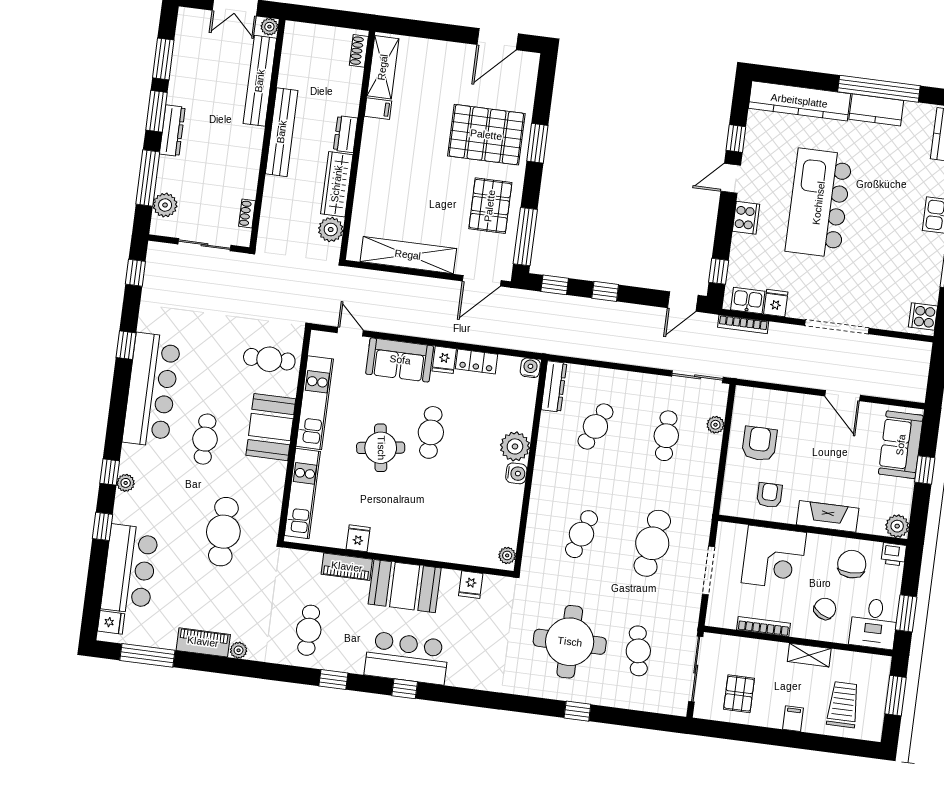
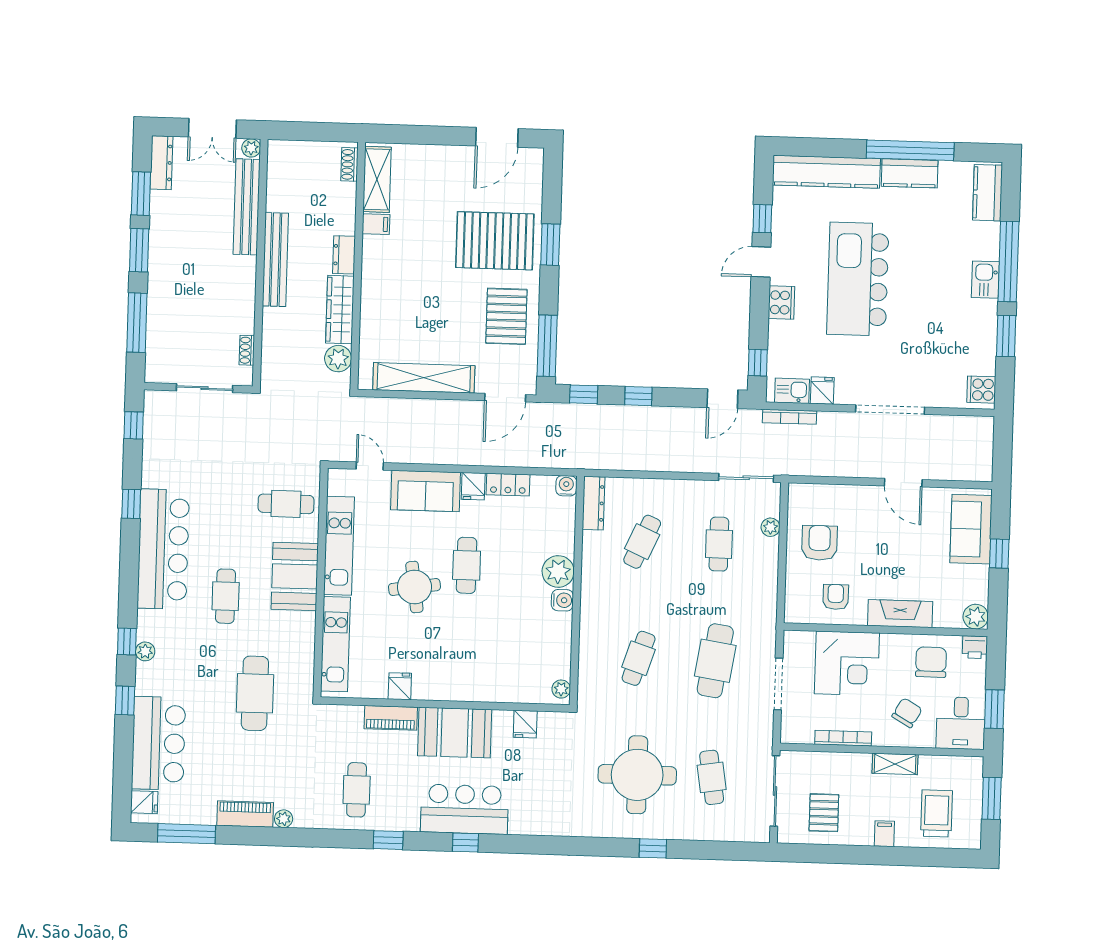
dresser: (172, 131) -> (161, 163), moved
plant: (165, 205) -> (158, 350), removed

